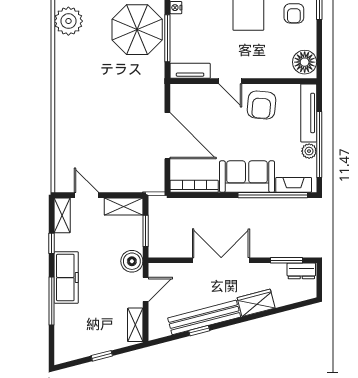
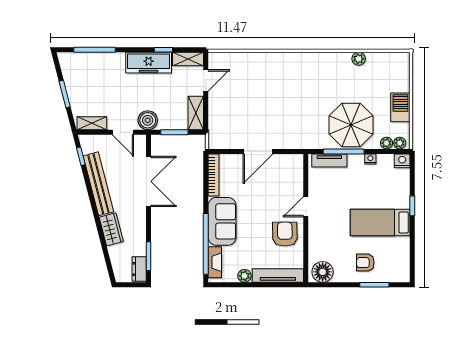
plant: (68, 21) -> (359, 59), width x0.53, depth x0.53
tv unit: (190, 71) -> (329, 160), moved, turned 90
armchair: (261, 105) -> (285, 234), turned 84
door: (167, 136) -> (258, 151), width x0.73
window: (319, 145) -> (250, 285), removed
double door: (221, 260) -> (149, 181), moved
freezer: (66, 278) -> (149, 63), moved
window: (52, 301) -> (94, 50), moved
window: (199, 331) -> (81, 156), moved
window: (102, 356) -> (65, 94), width x1.50

